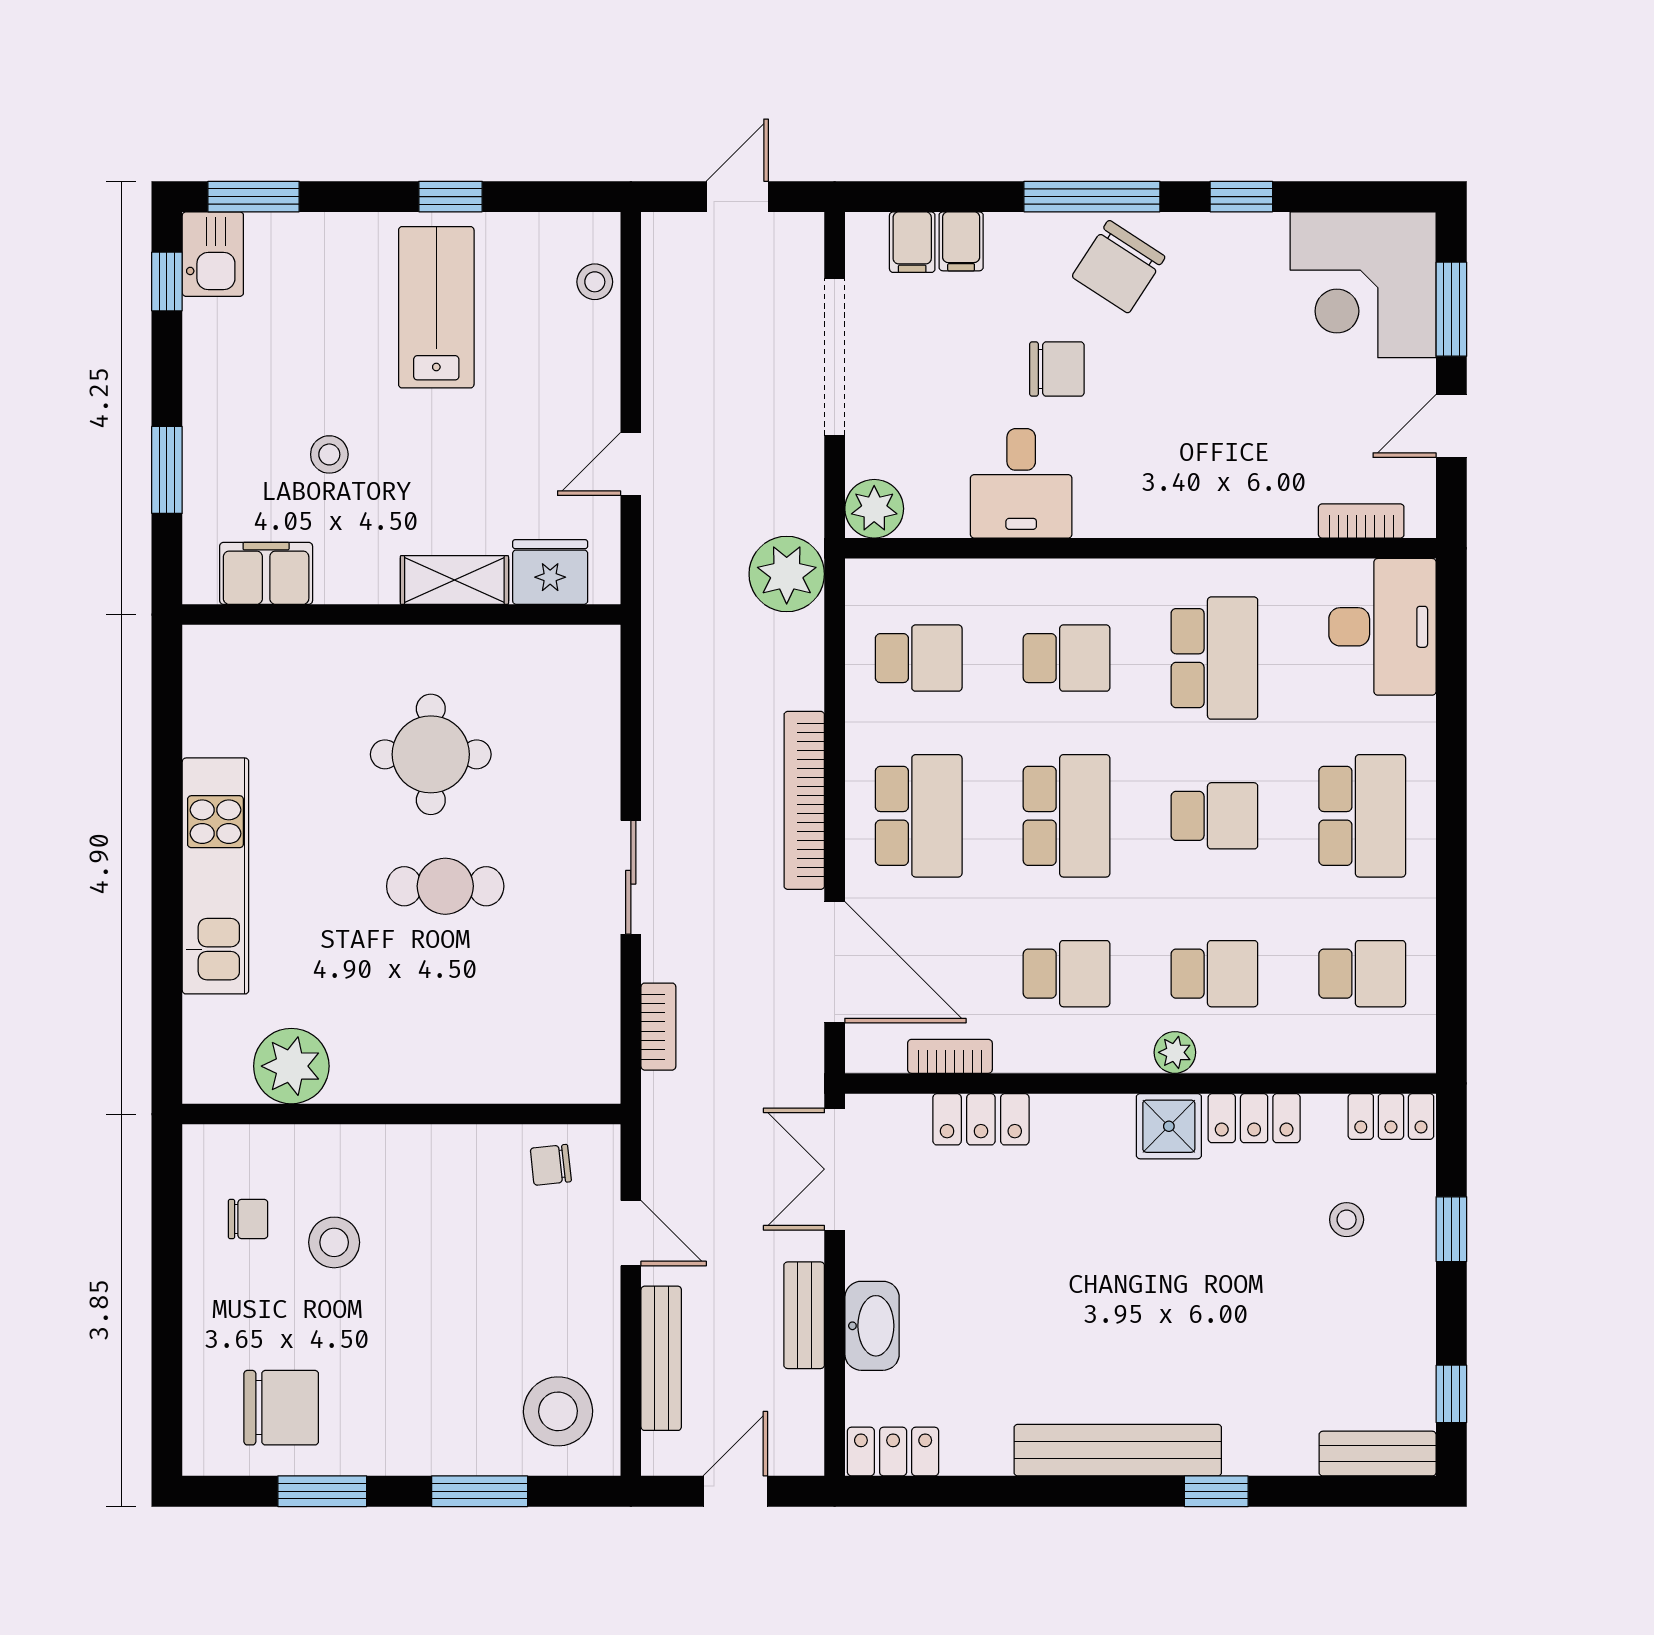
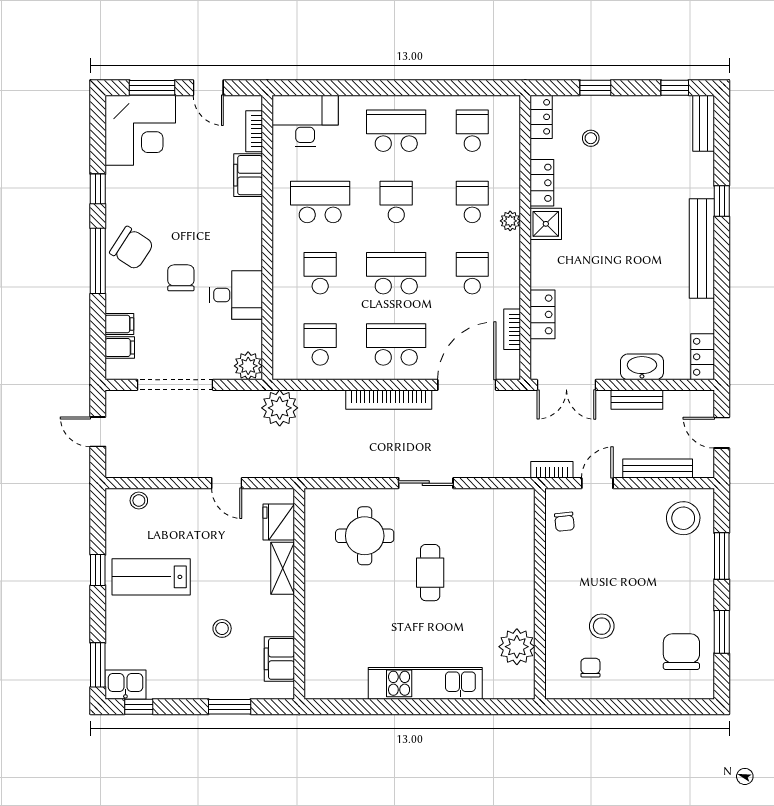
filing cabinet: (1270, 508) -> (248, 175), added
round table: (431, 754) -> (365, 536), moved
bookcase: (658, 1027) -> (552, 470), moved

